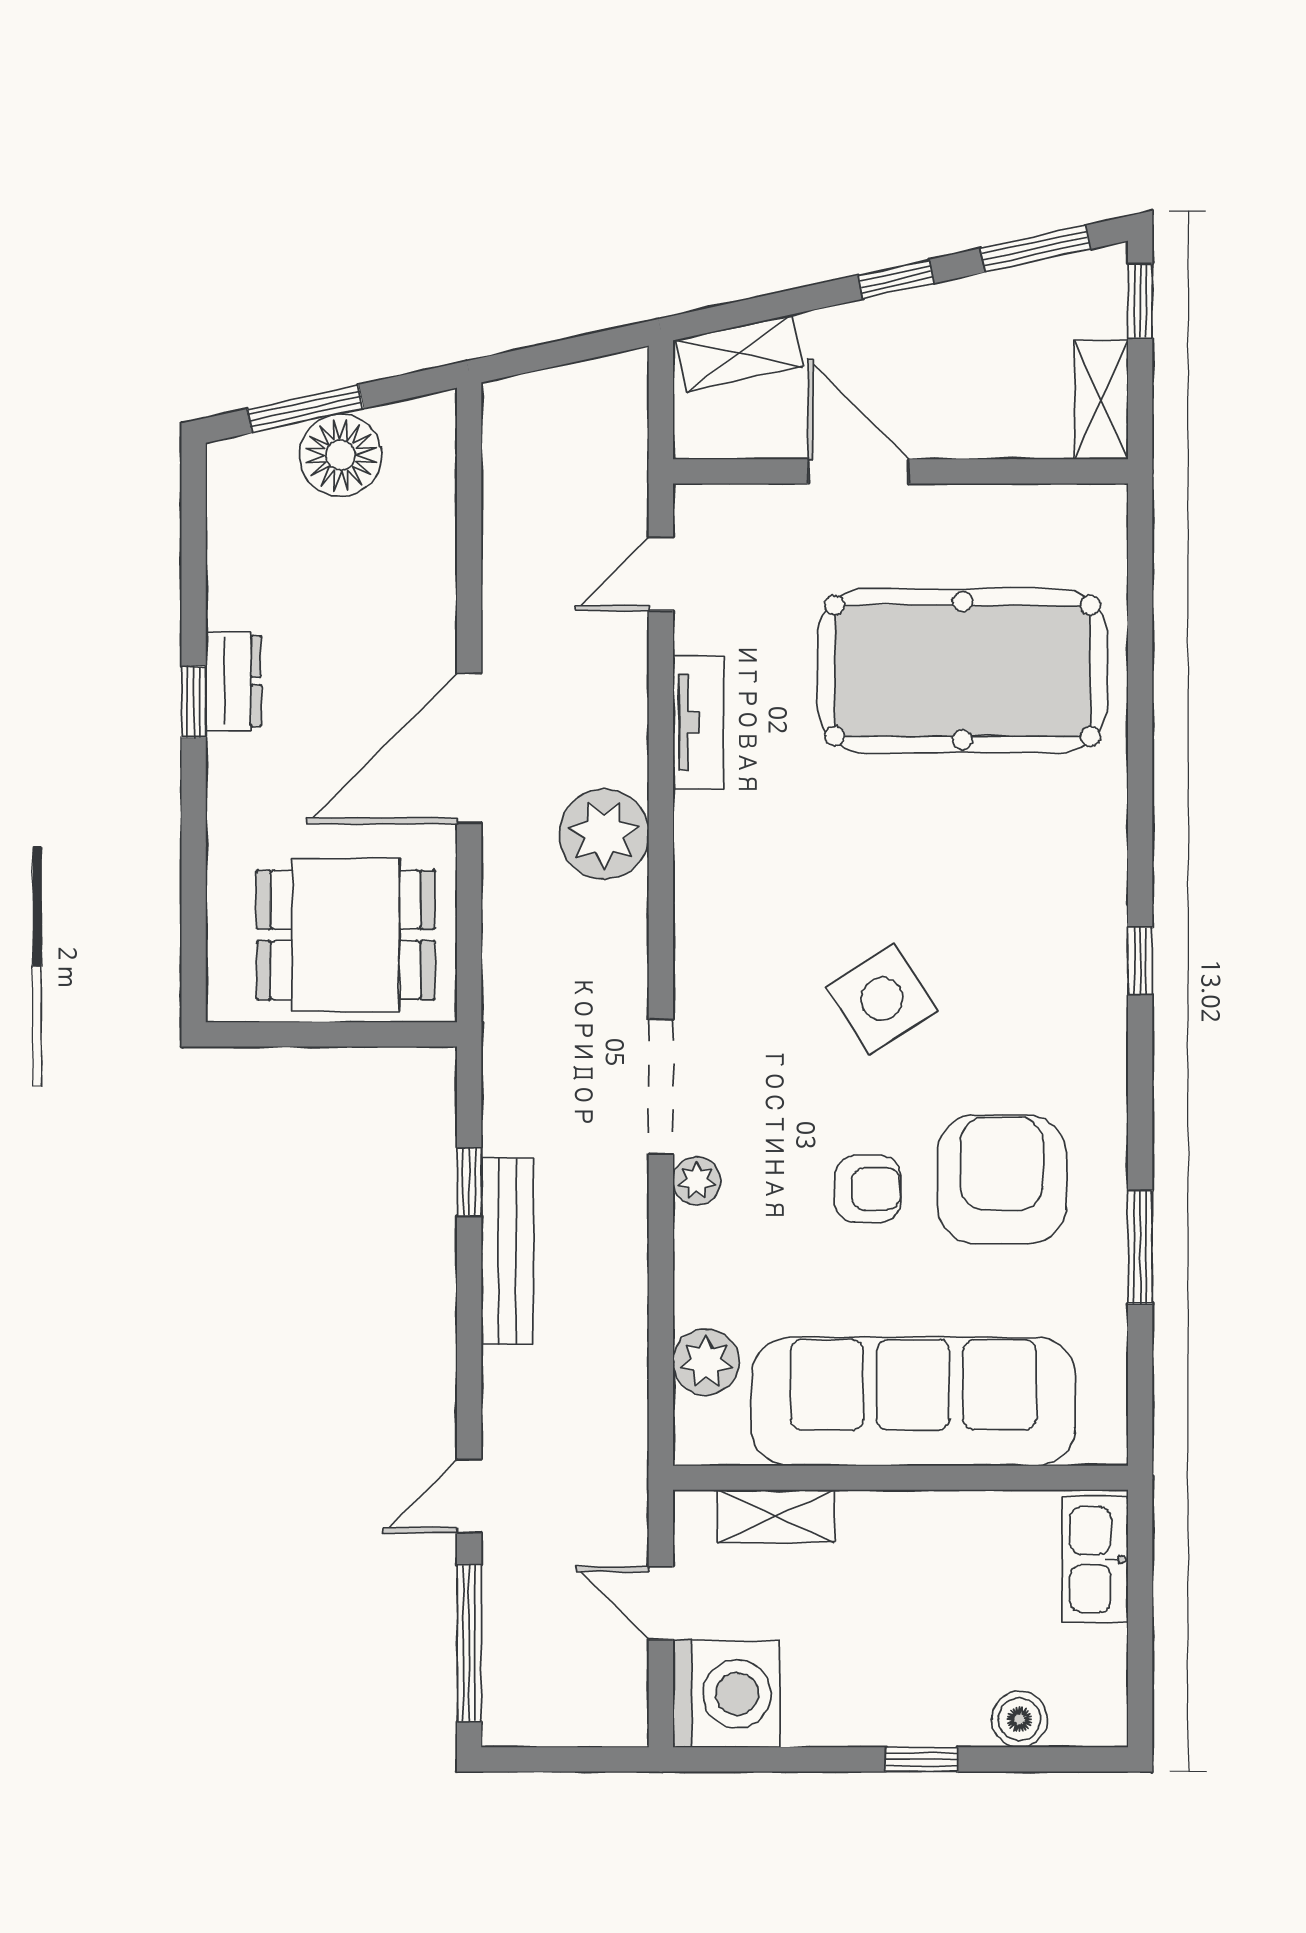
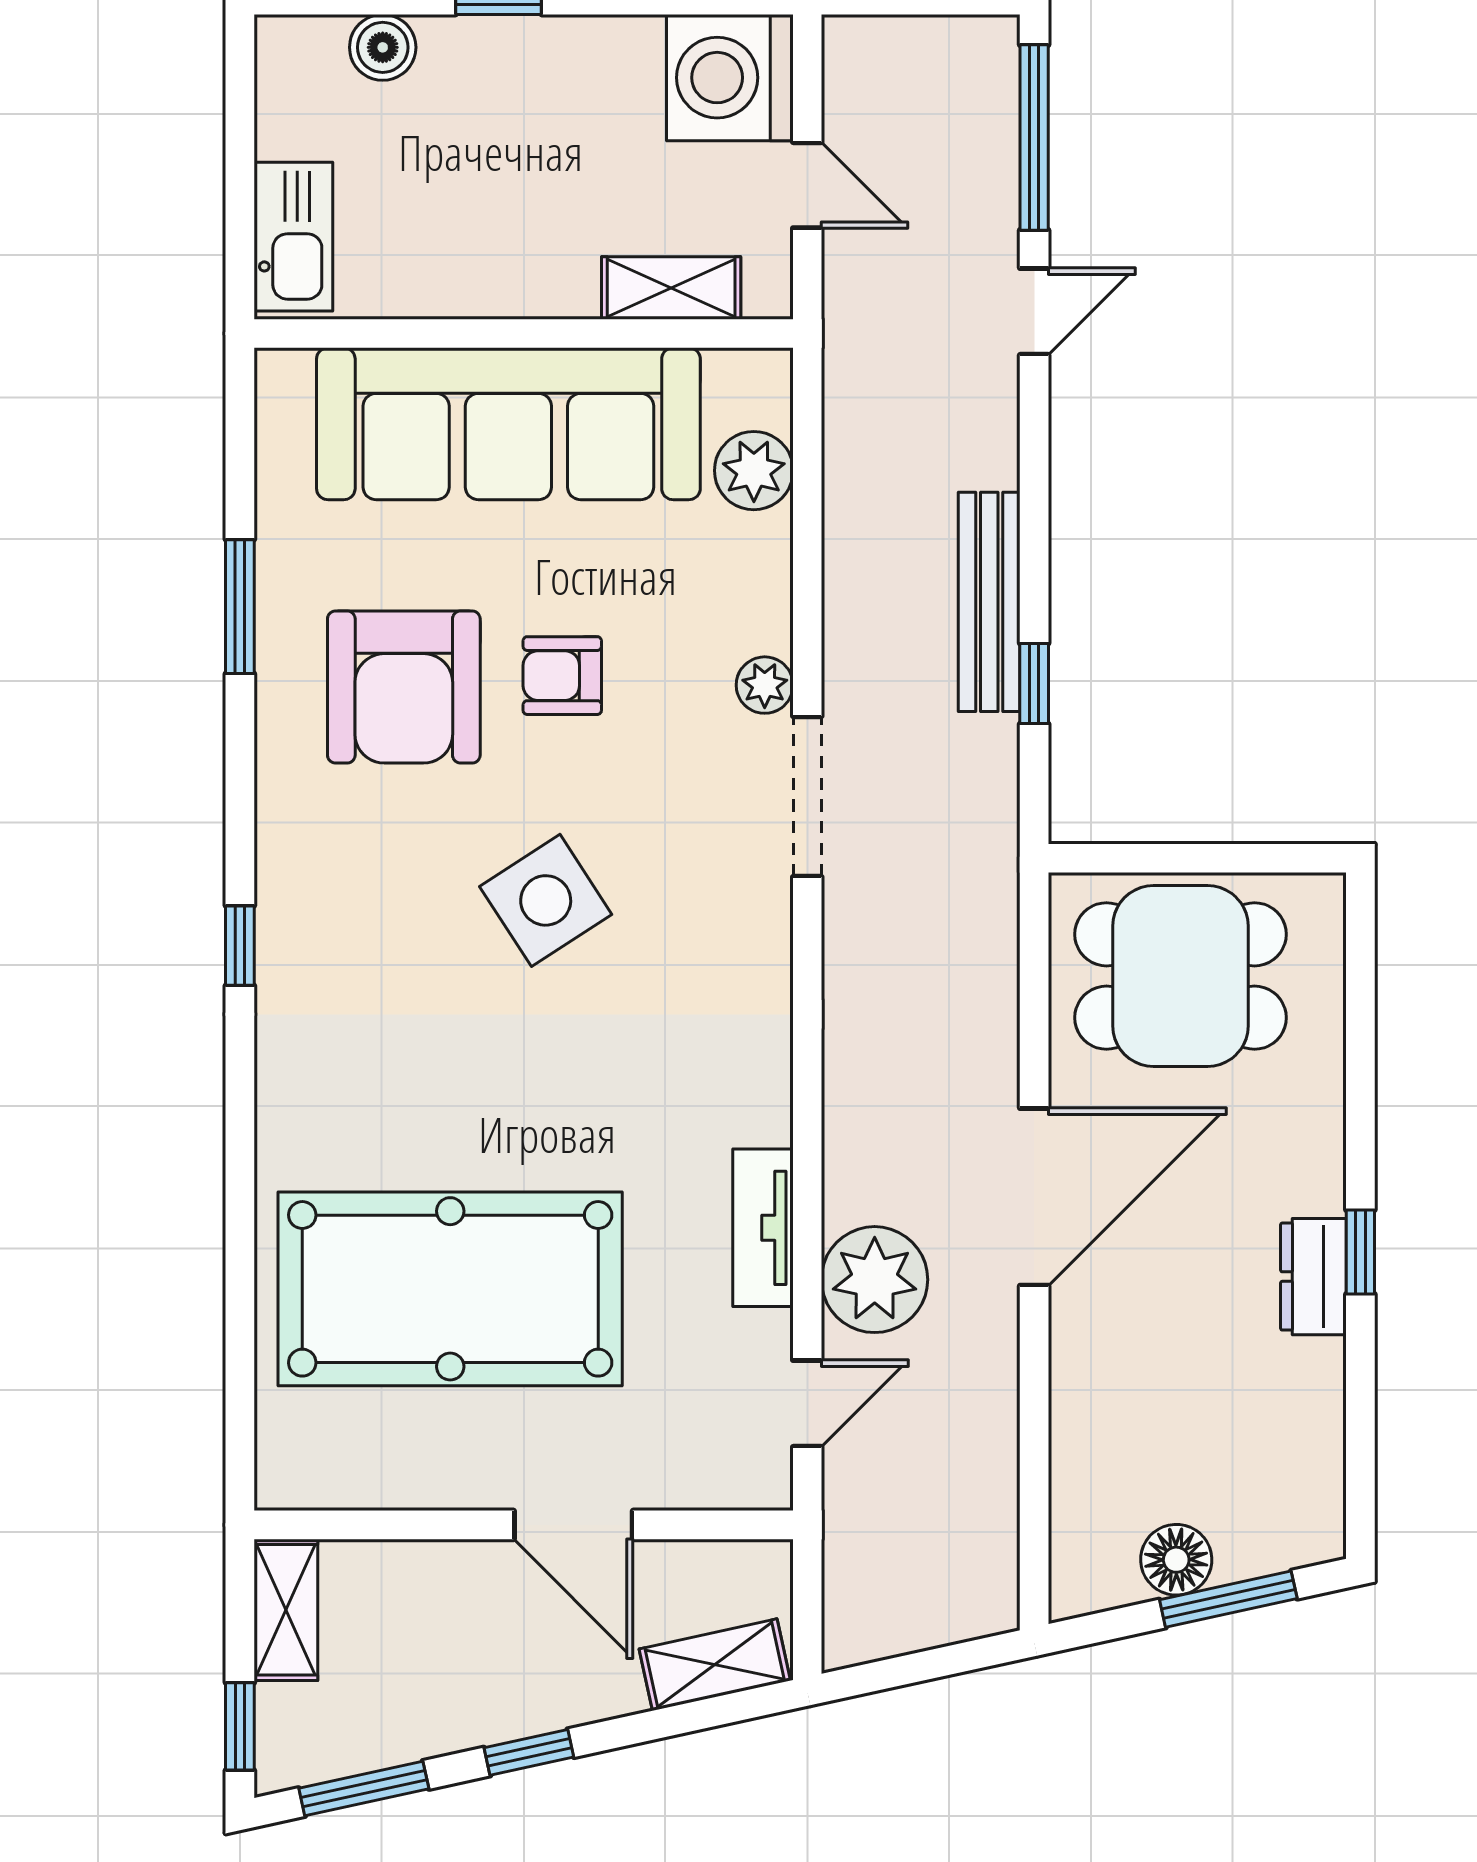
floor lamp: (341, 455) -> (1176, 1560), width x0.73, depth x0.73
plant: (604, 834) -> (875, 1280), moved

